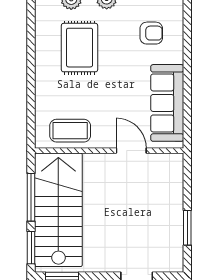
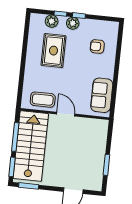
armchair: (151, 33) -> (97, 46), turned 180
sofa: (167, 103) -> (102, 95), width x0.73
door: (131, 151) -> (66, 114), moved

